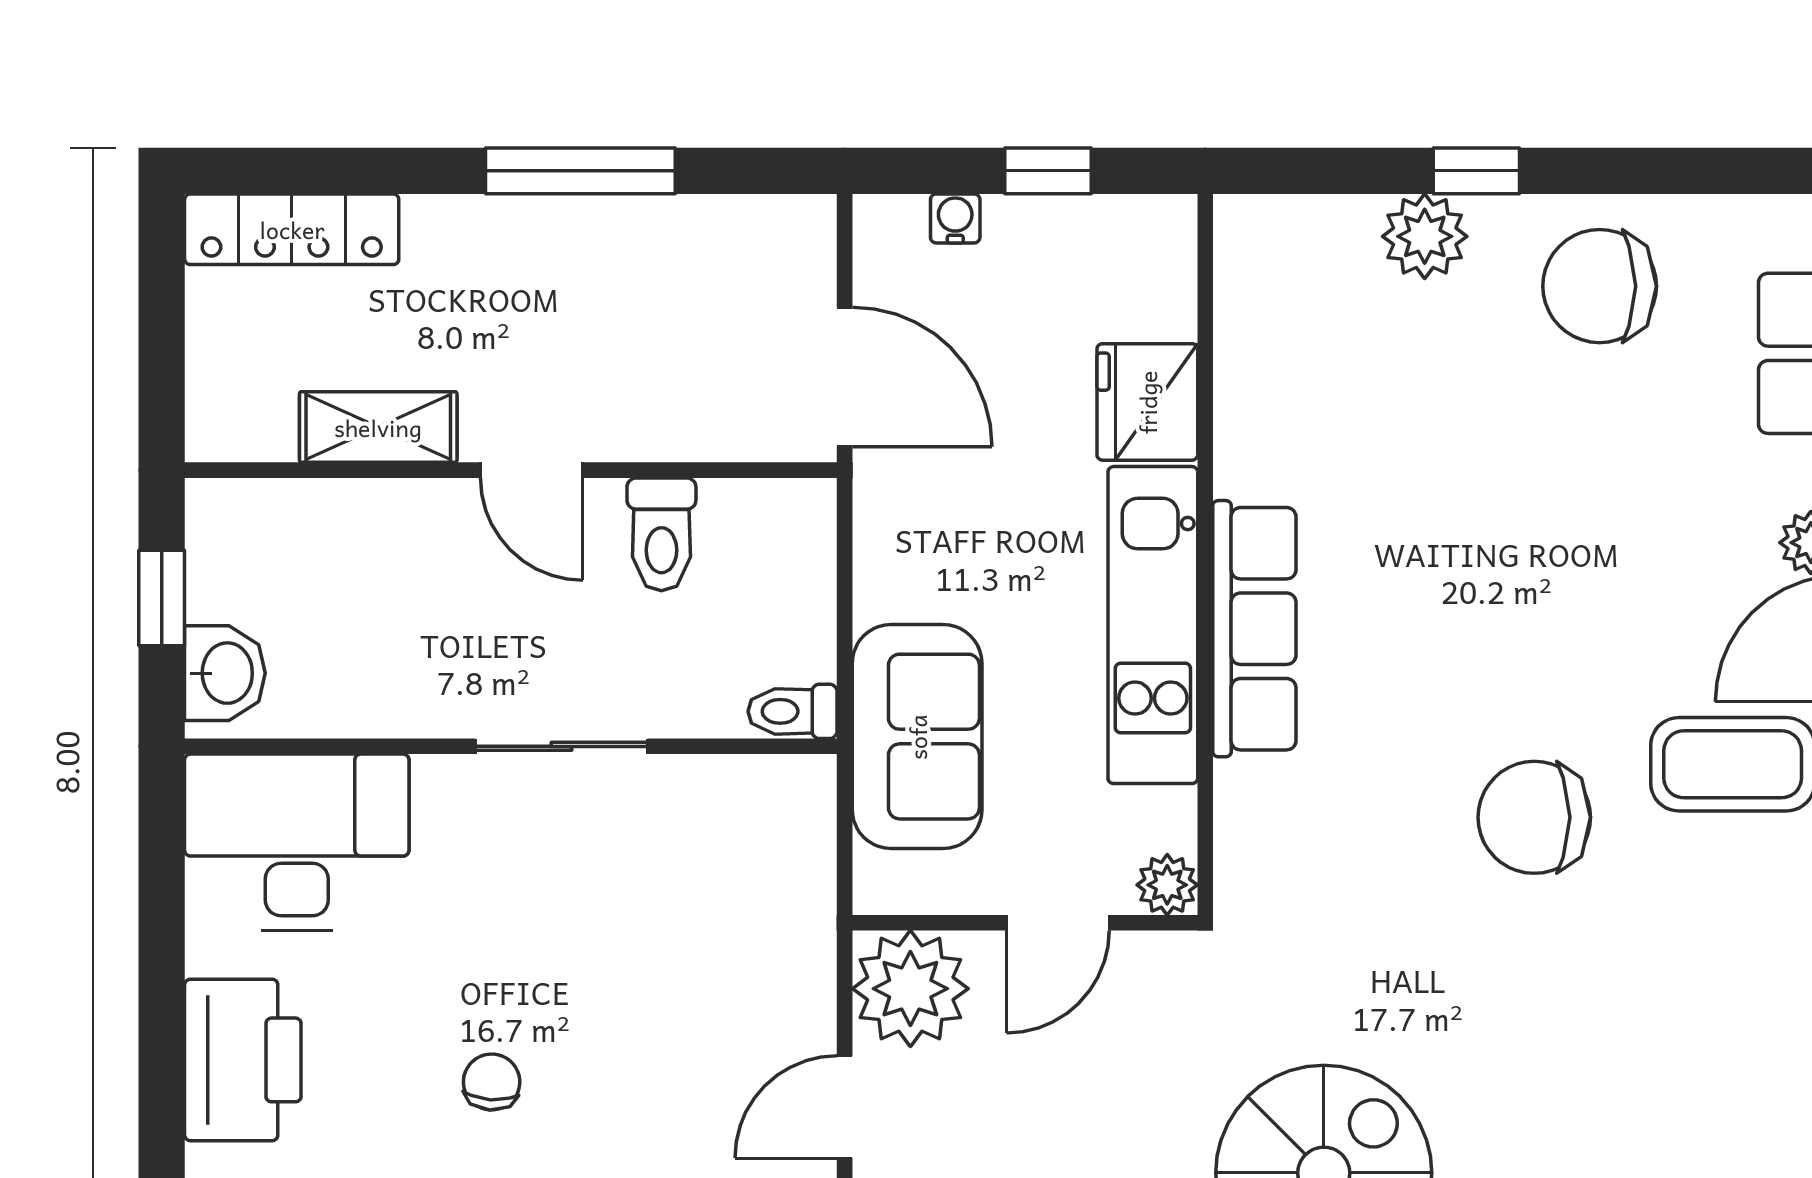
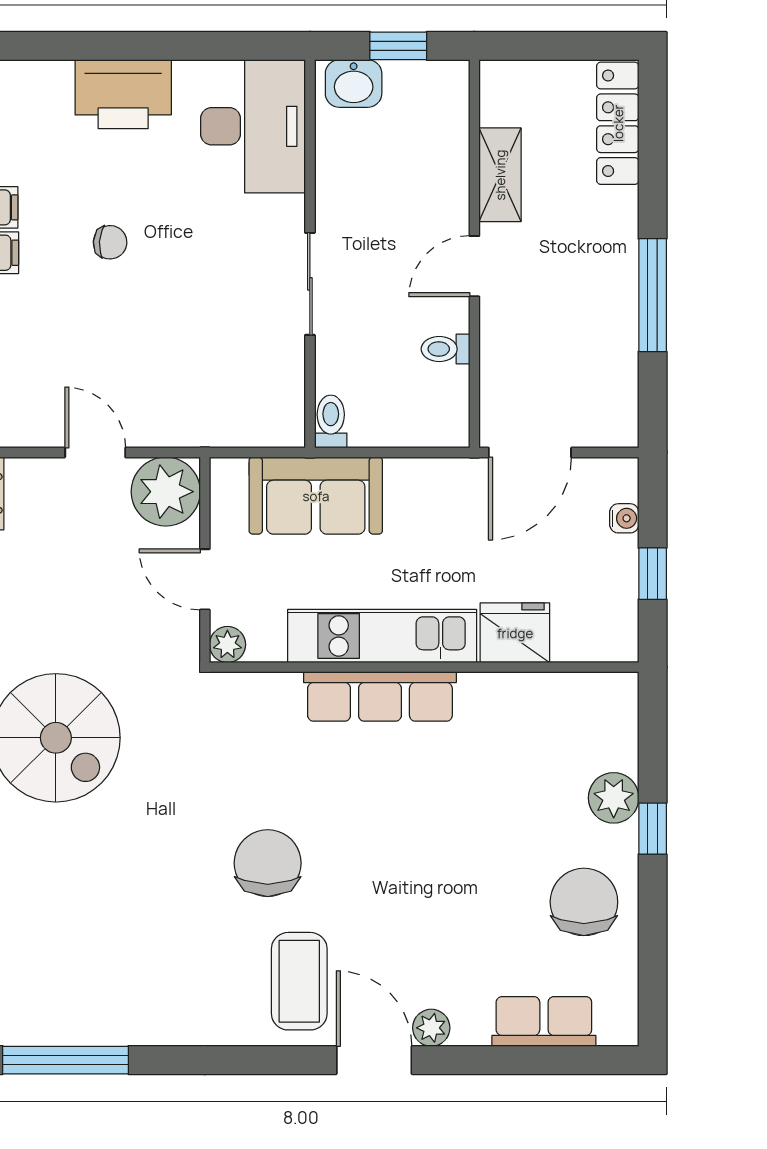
toilet: (661, 534) -> (446, 349), width x0.73, depth x0.72

